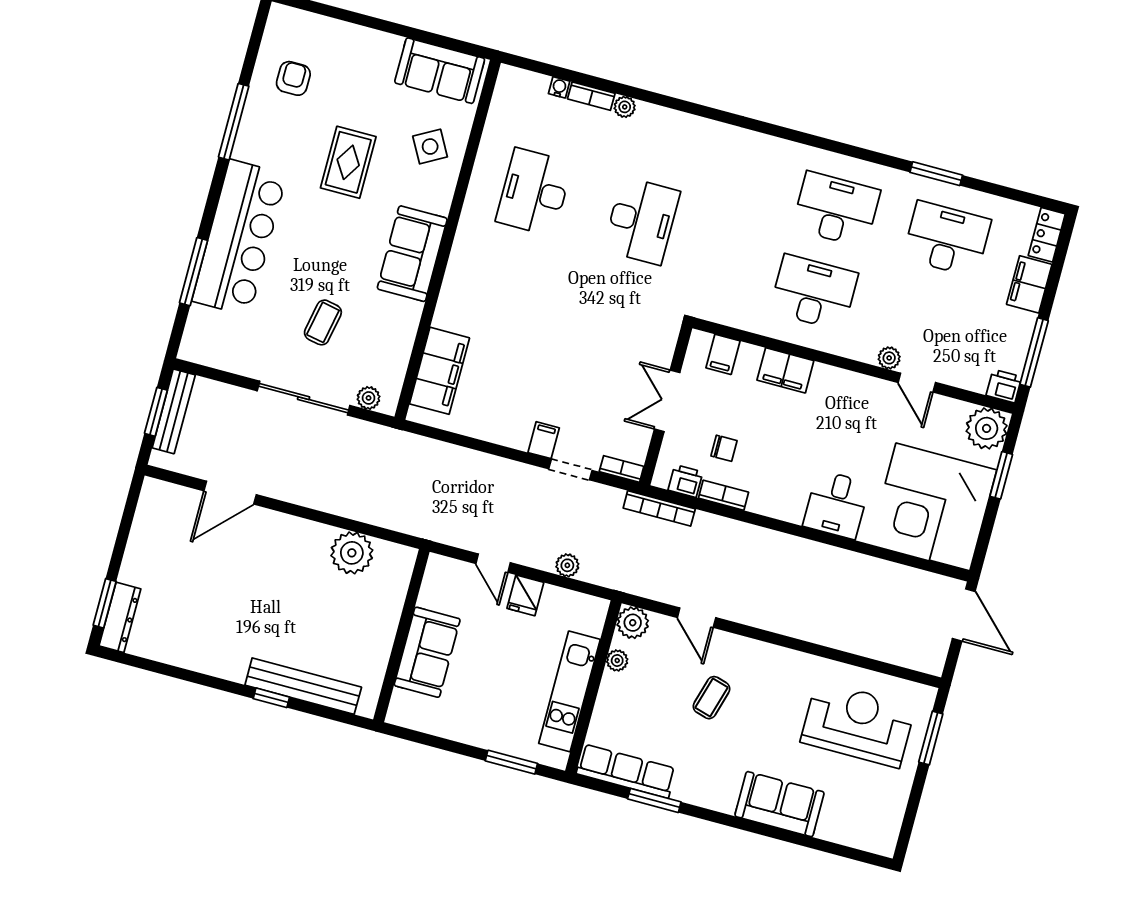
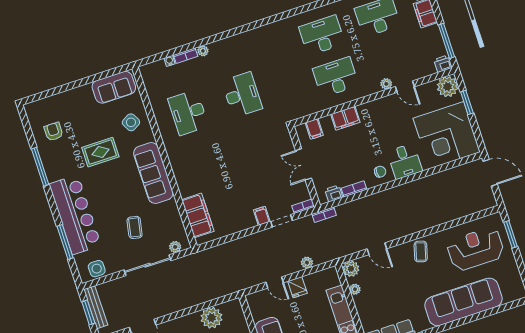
rug: (348, 162) -> (100, 152), turned 90
sofa: (412, 254) -> (153, 173), width x1.36
side table: (217, 349) -> (97, 269), added
chair: (724, 448) -> (380, 172), moved
bookcase: (659, 508) -> (324, 215), width x0.64
coffee table: (711, 698) -> (421, 251), moved
sofa: (779, 804) -> (463, 302), width x1.85, depth x1.27

